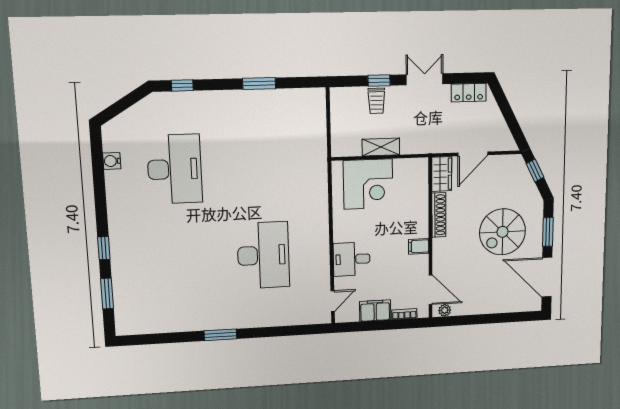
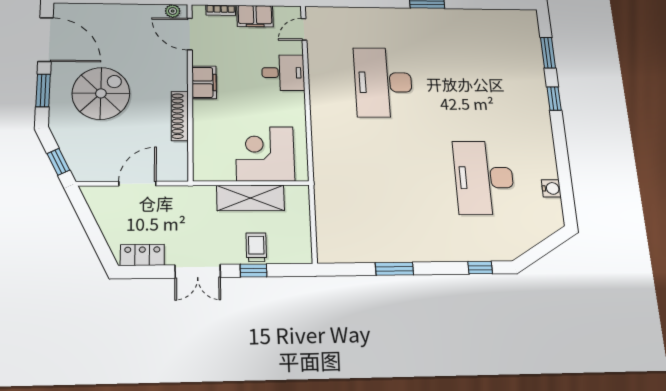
shelving: (381, 147) -> (250, 198), width x1.50, depth x1.33
wardrobe: (442, 174) -> (176, 162), removed
filing cabinet: (419, 246) -> (204, 82), width x2.00

